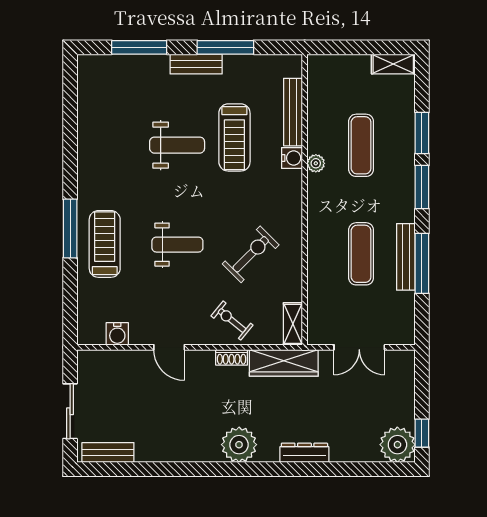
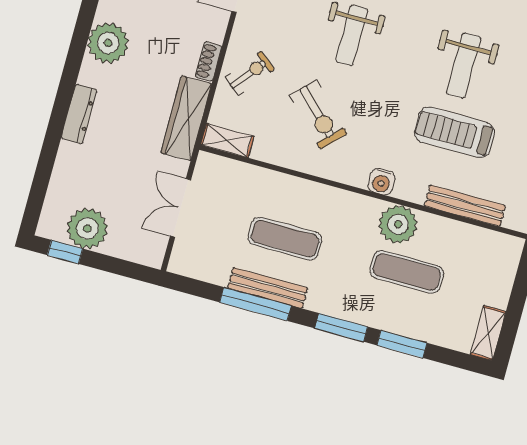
water cooler: (292, 158) -> (382, 182), moved
plant: (316, 163) -> (398, 224), width x1.88, depth x1.88
plant: (397, 445) -> (87, 228), moved

